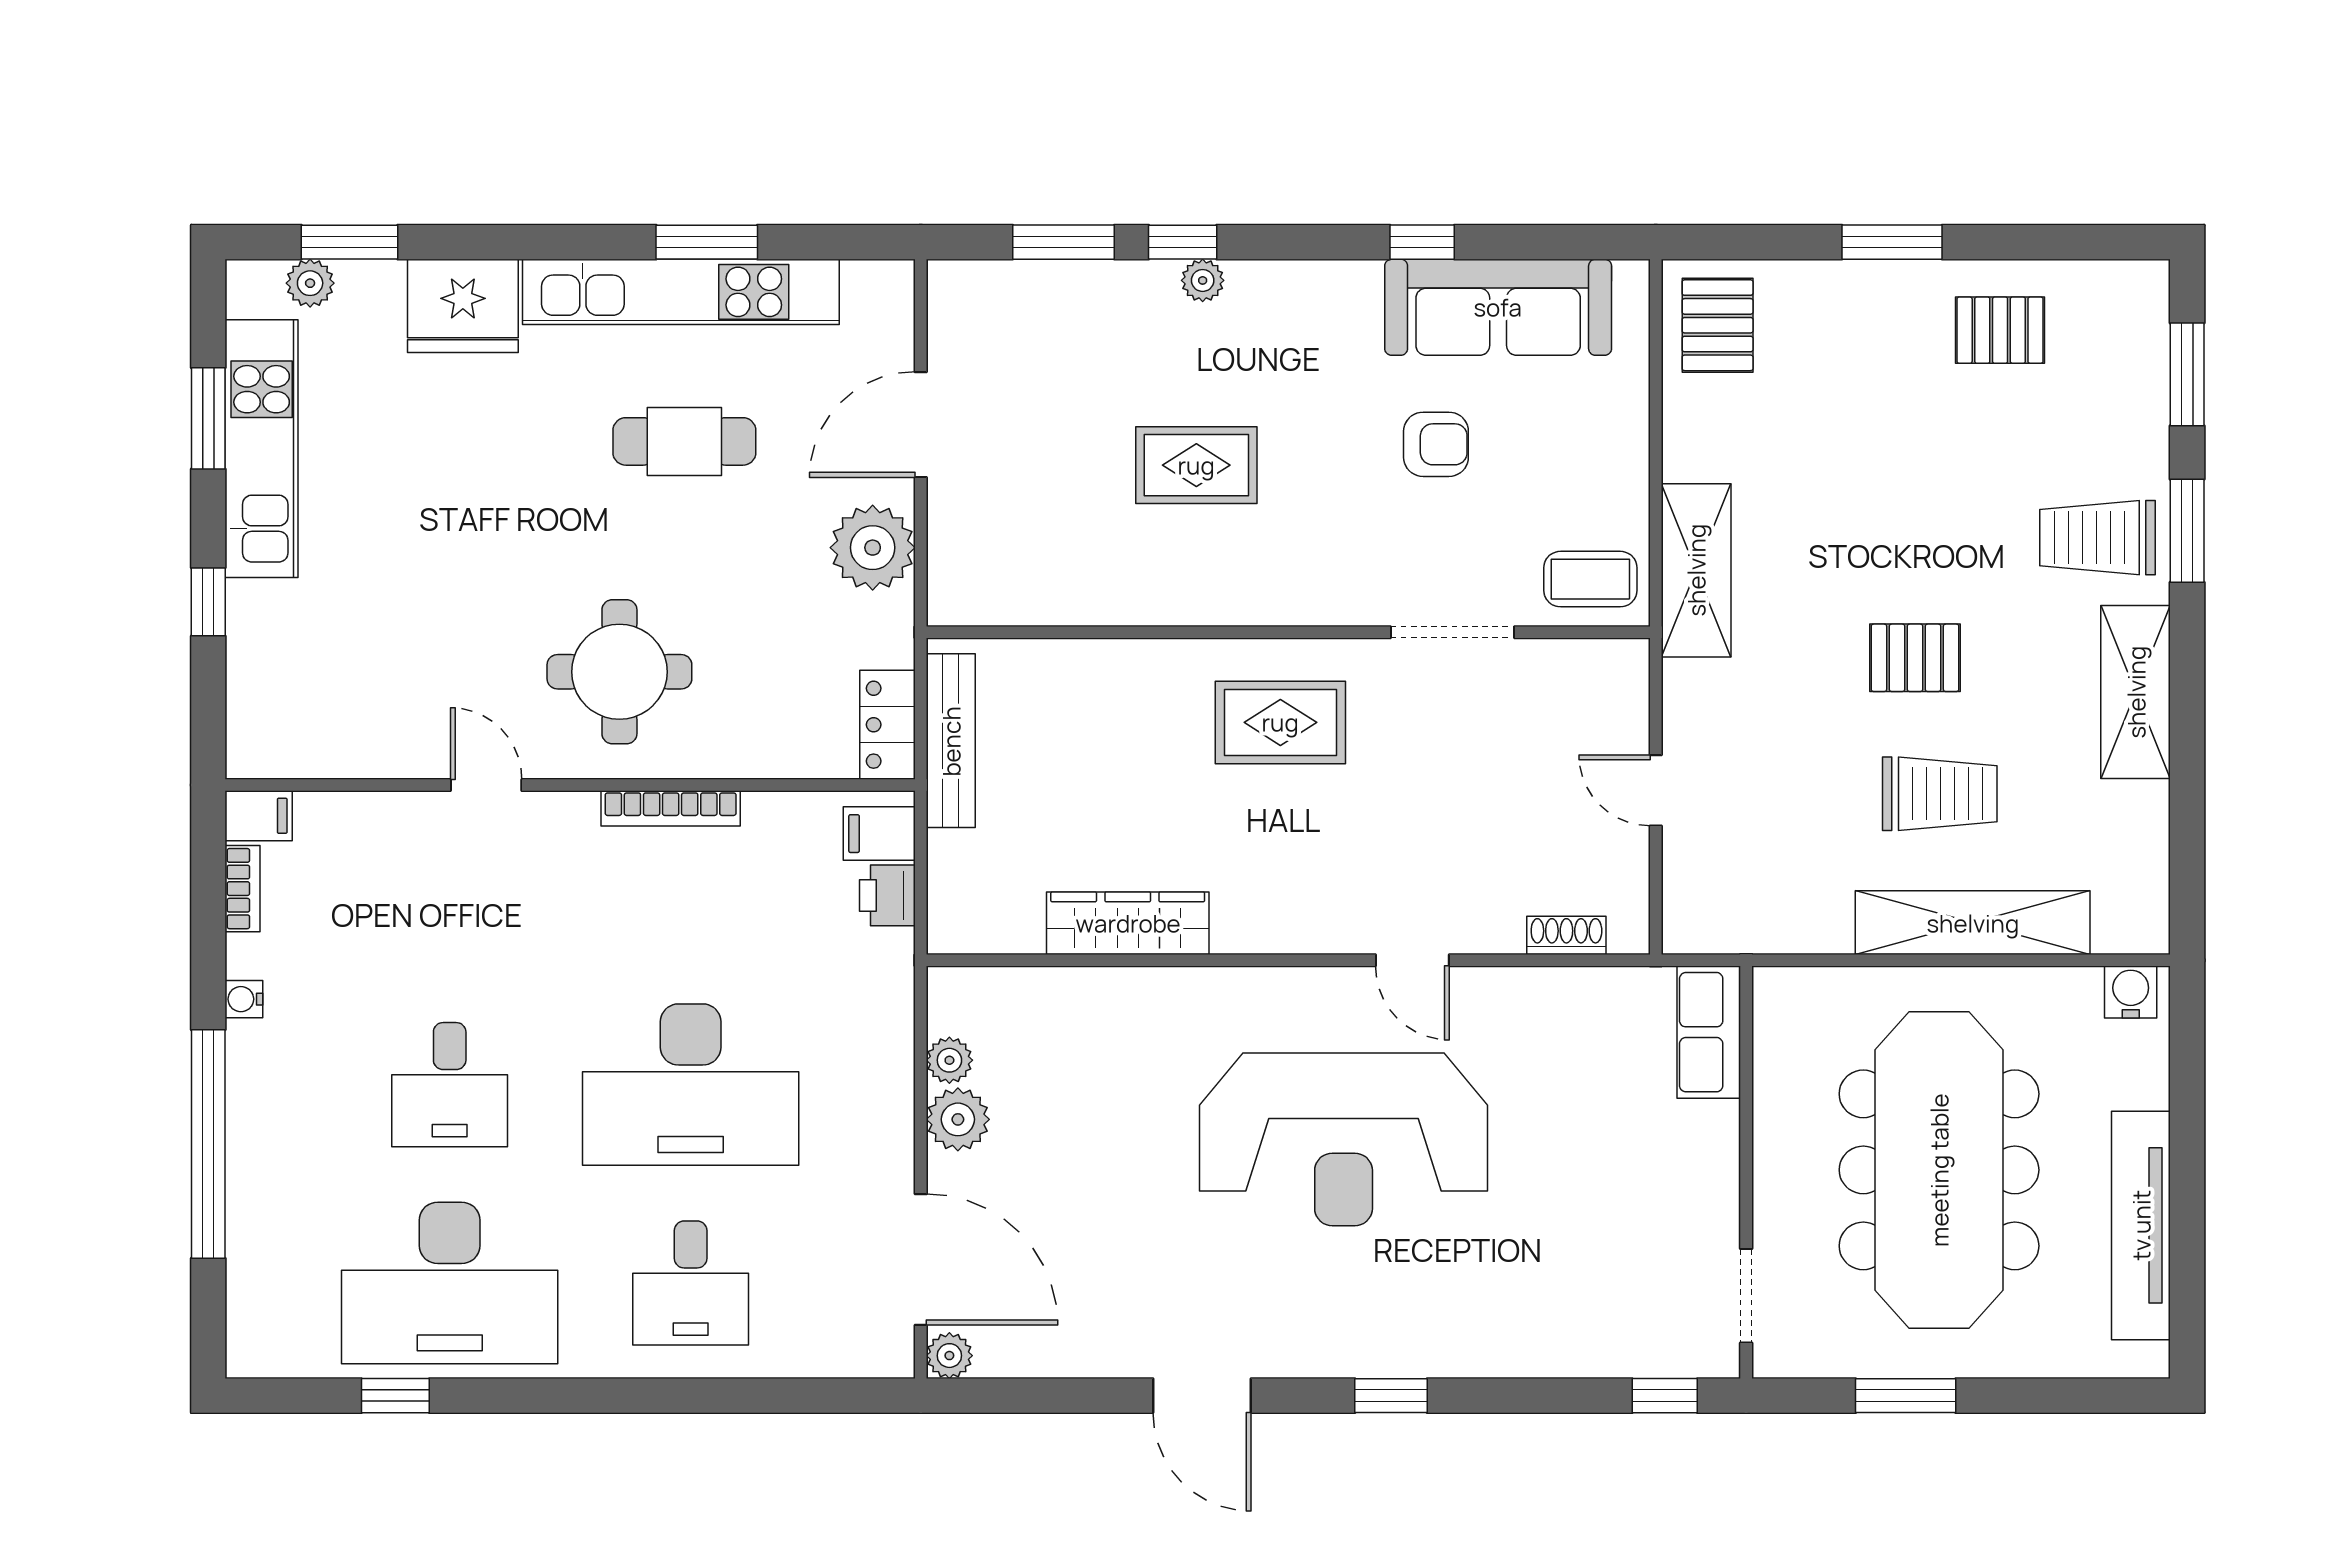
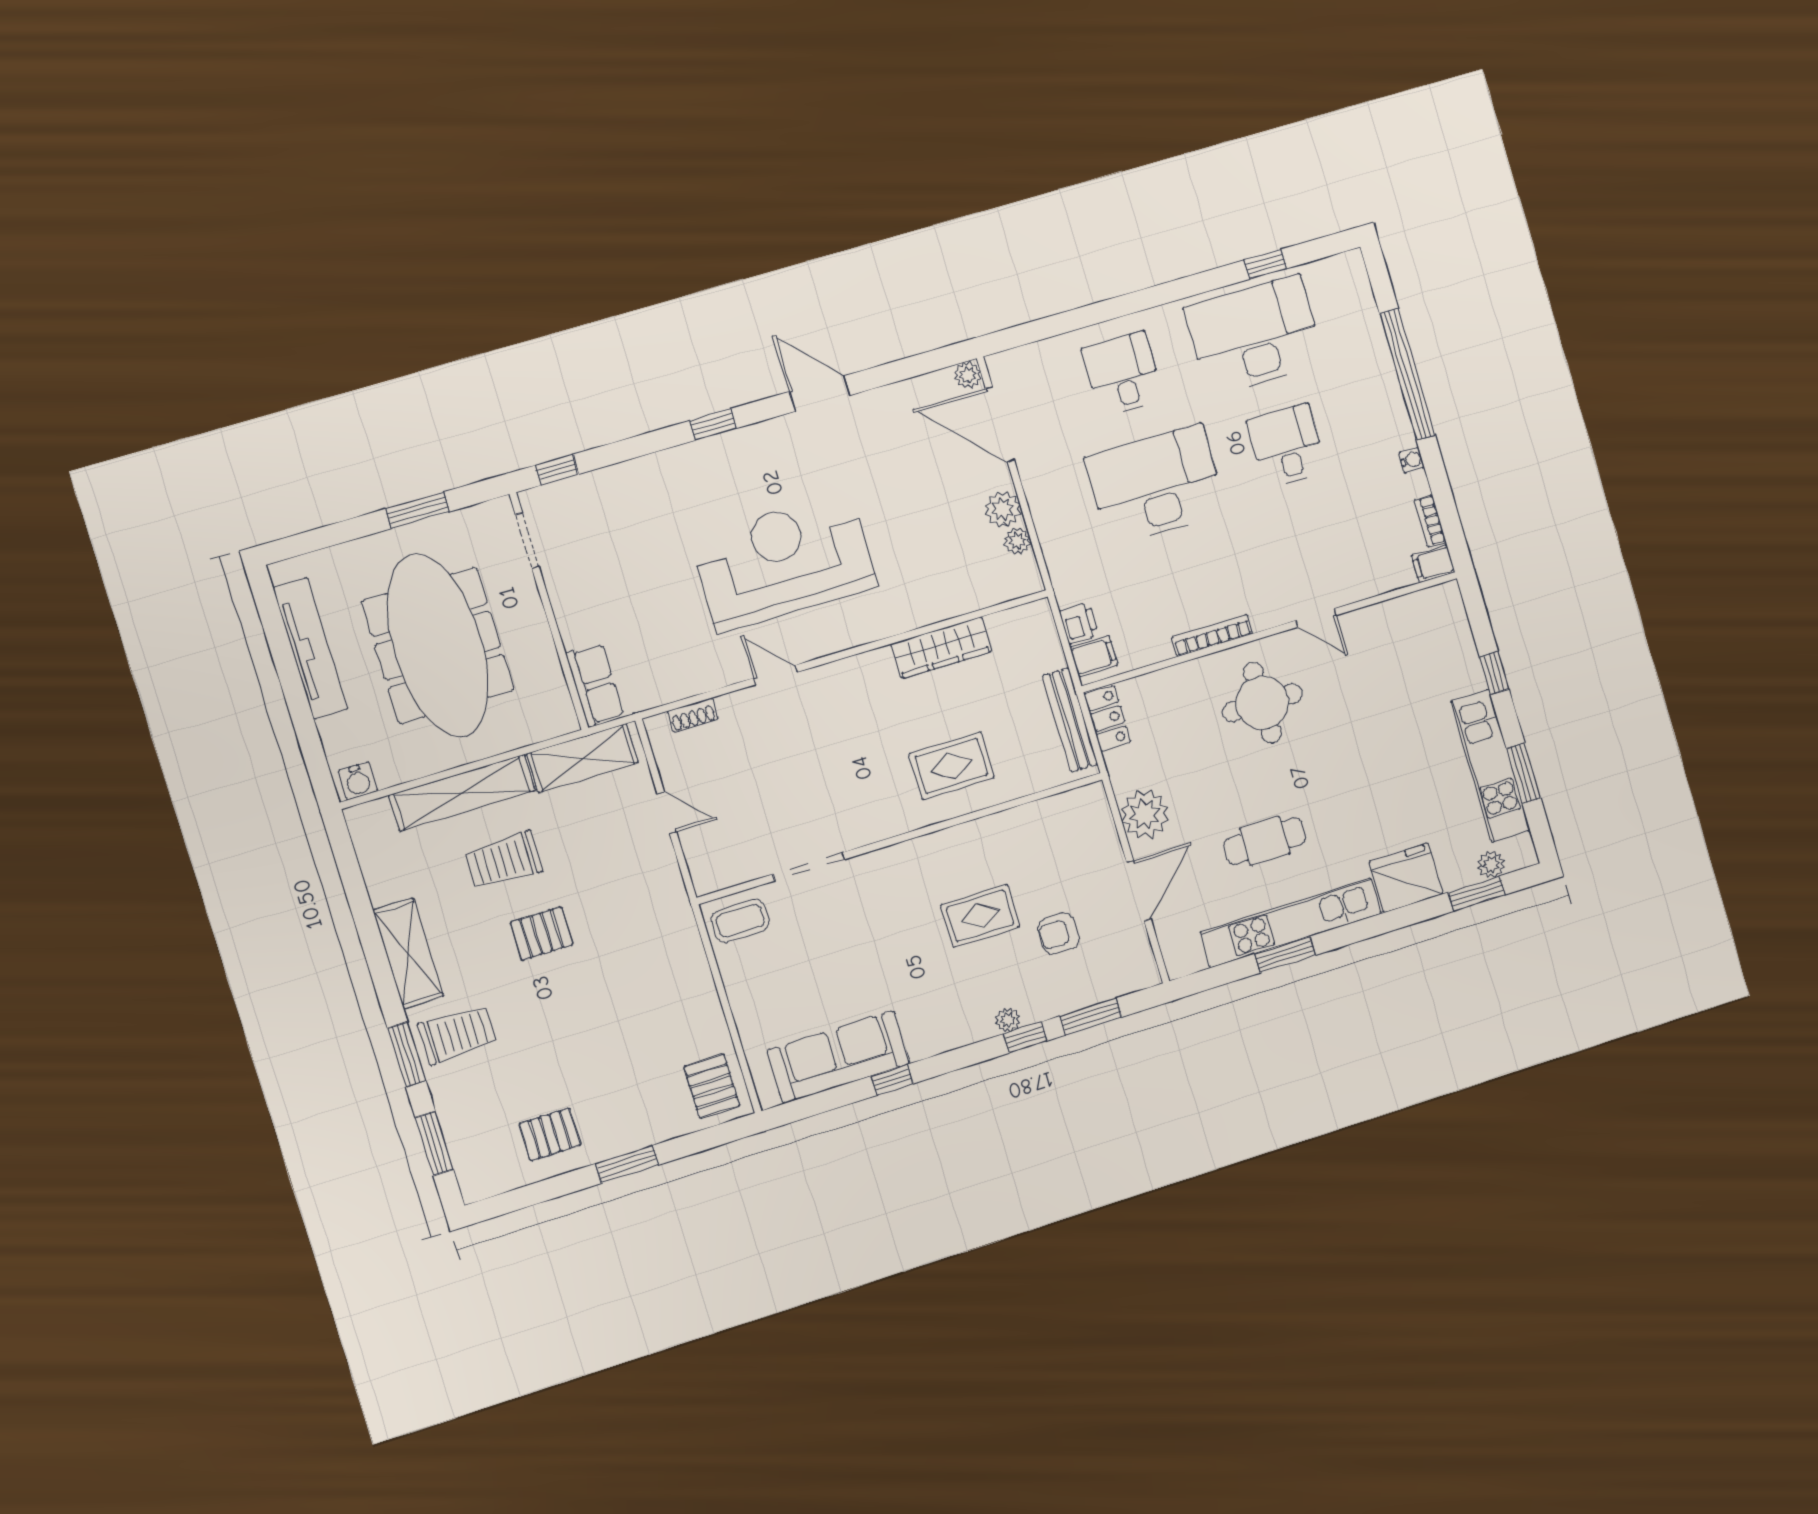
armchair: (1436, 444) -> (1059, 933), moved
shelving: (1696, 570) -> (583, 758), moved, turned 90
rug: (1280, 722) -> (951, 766), moved

